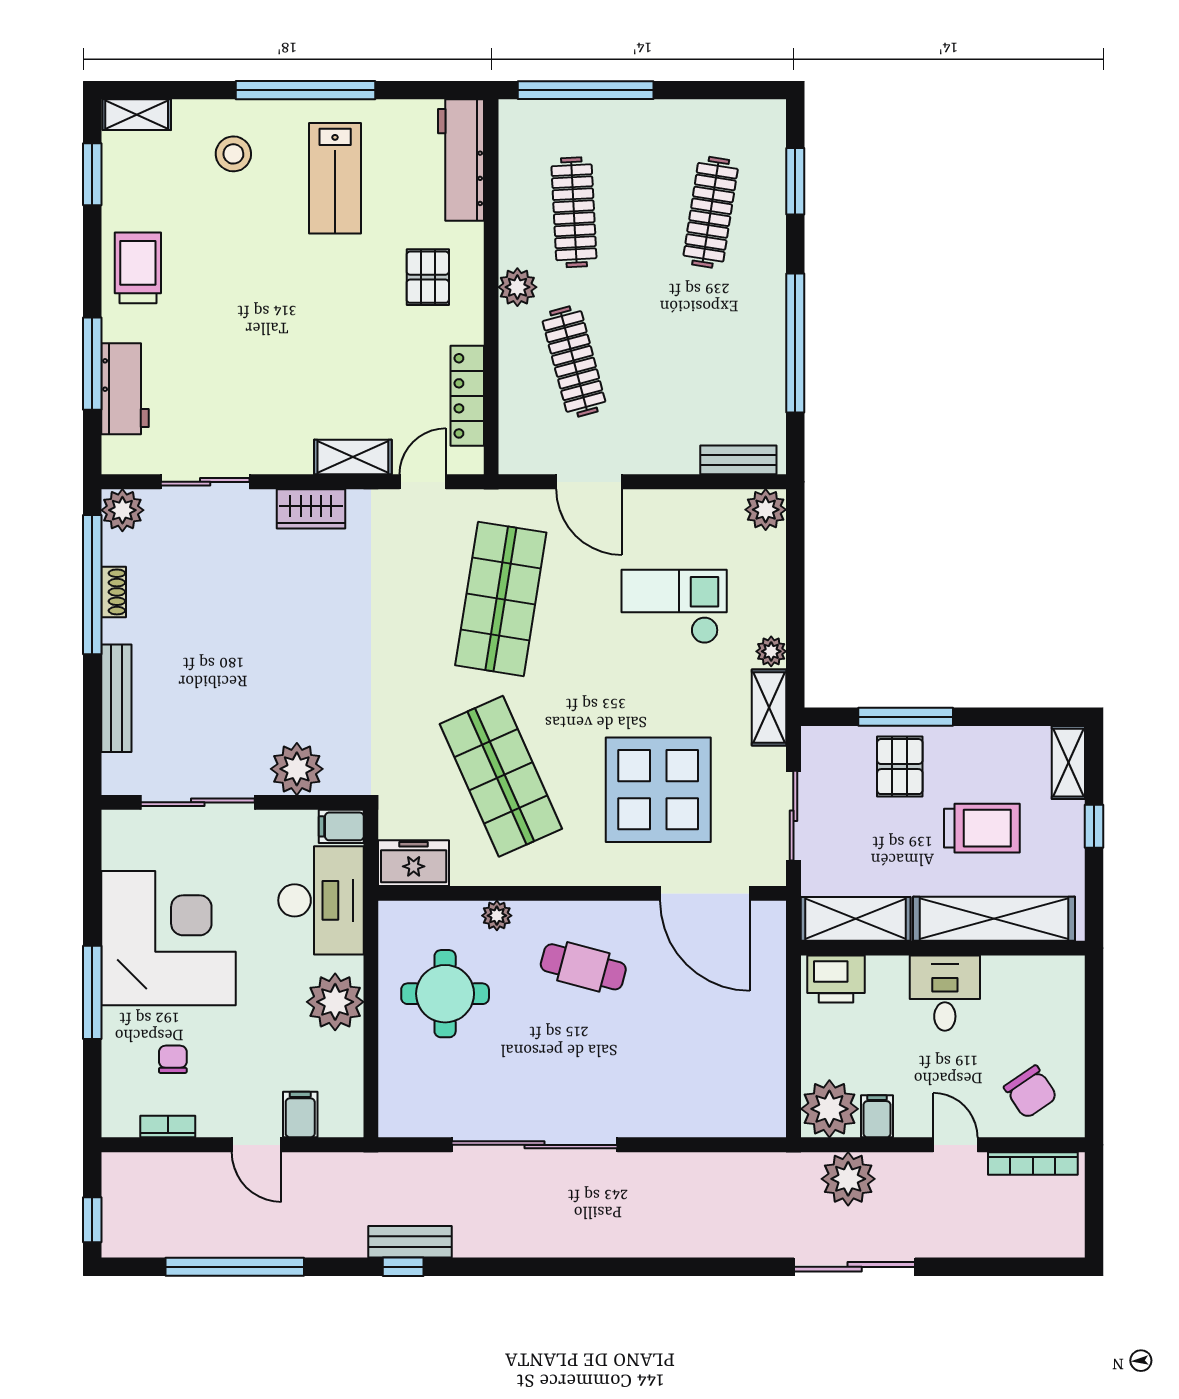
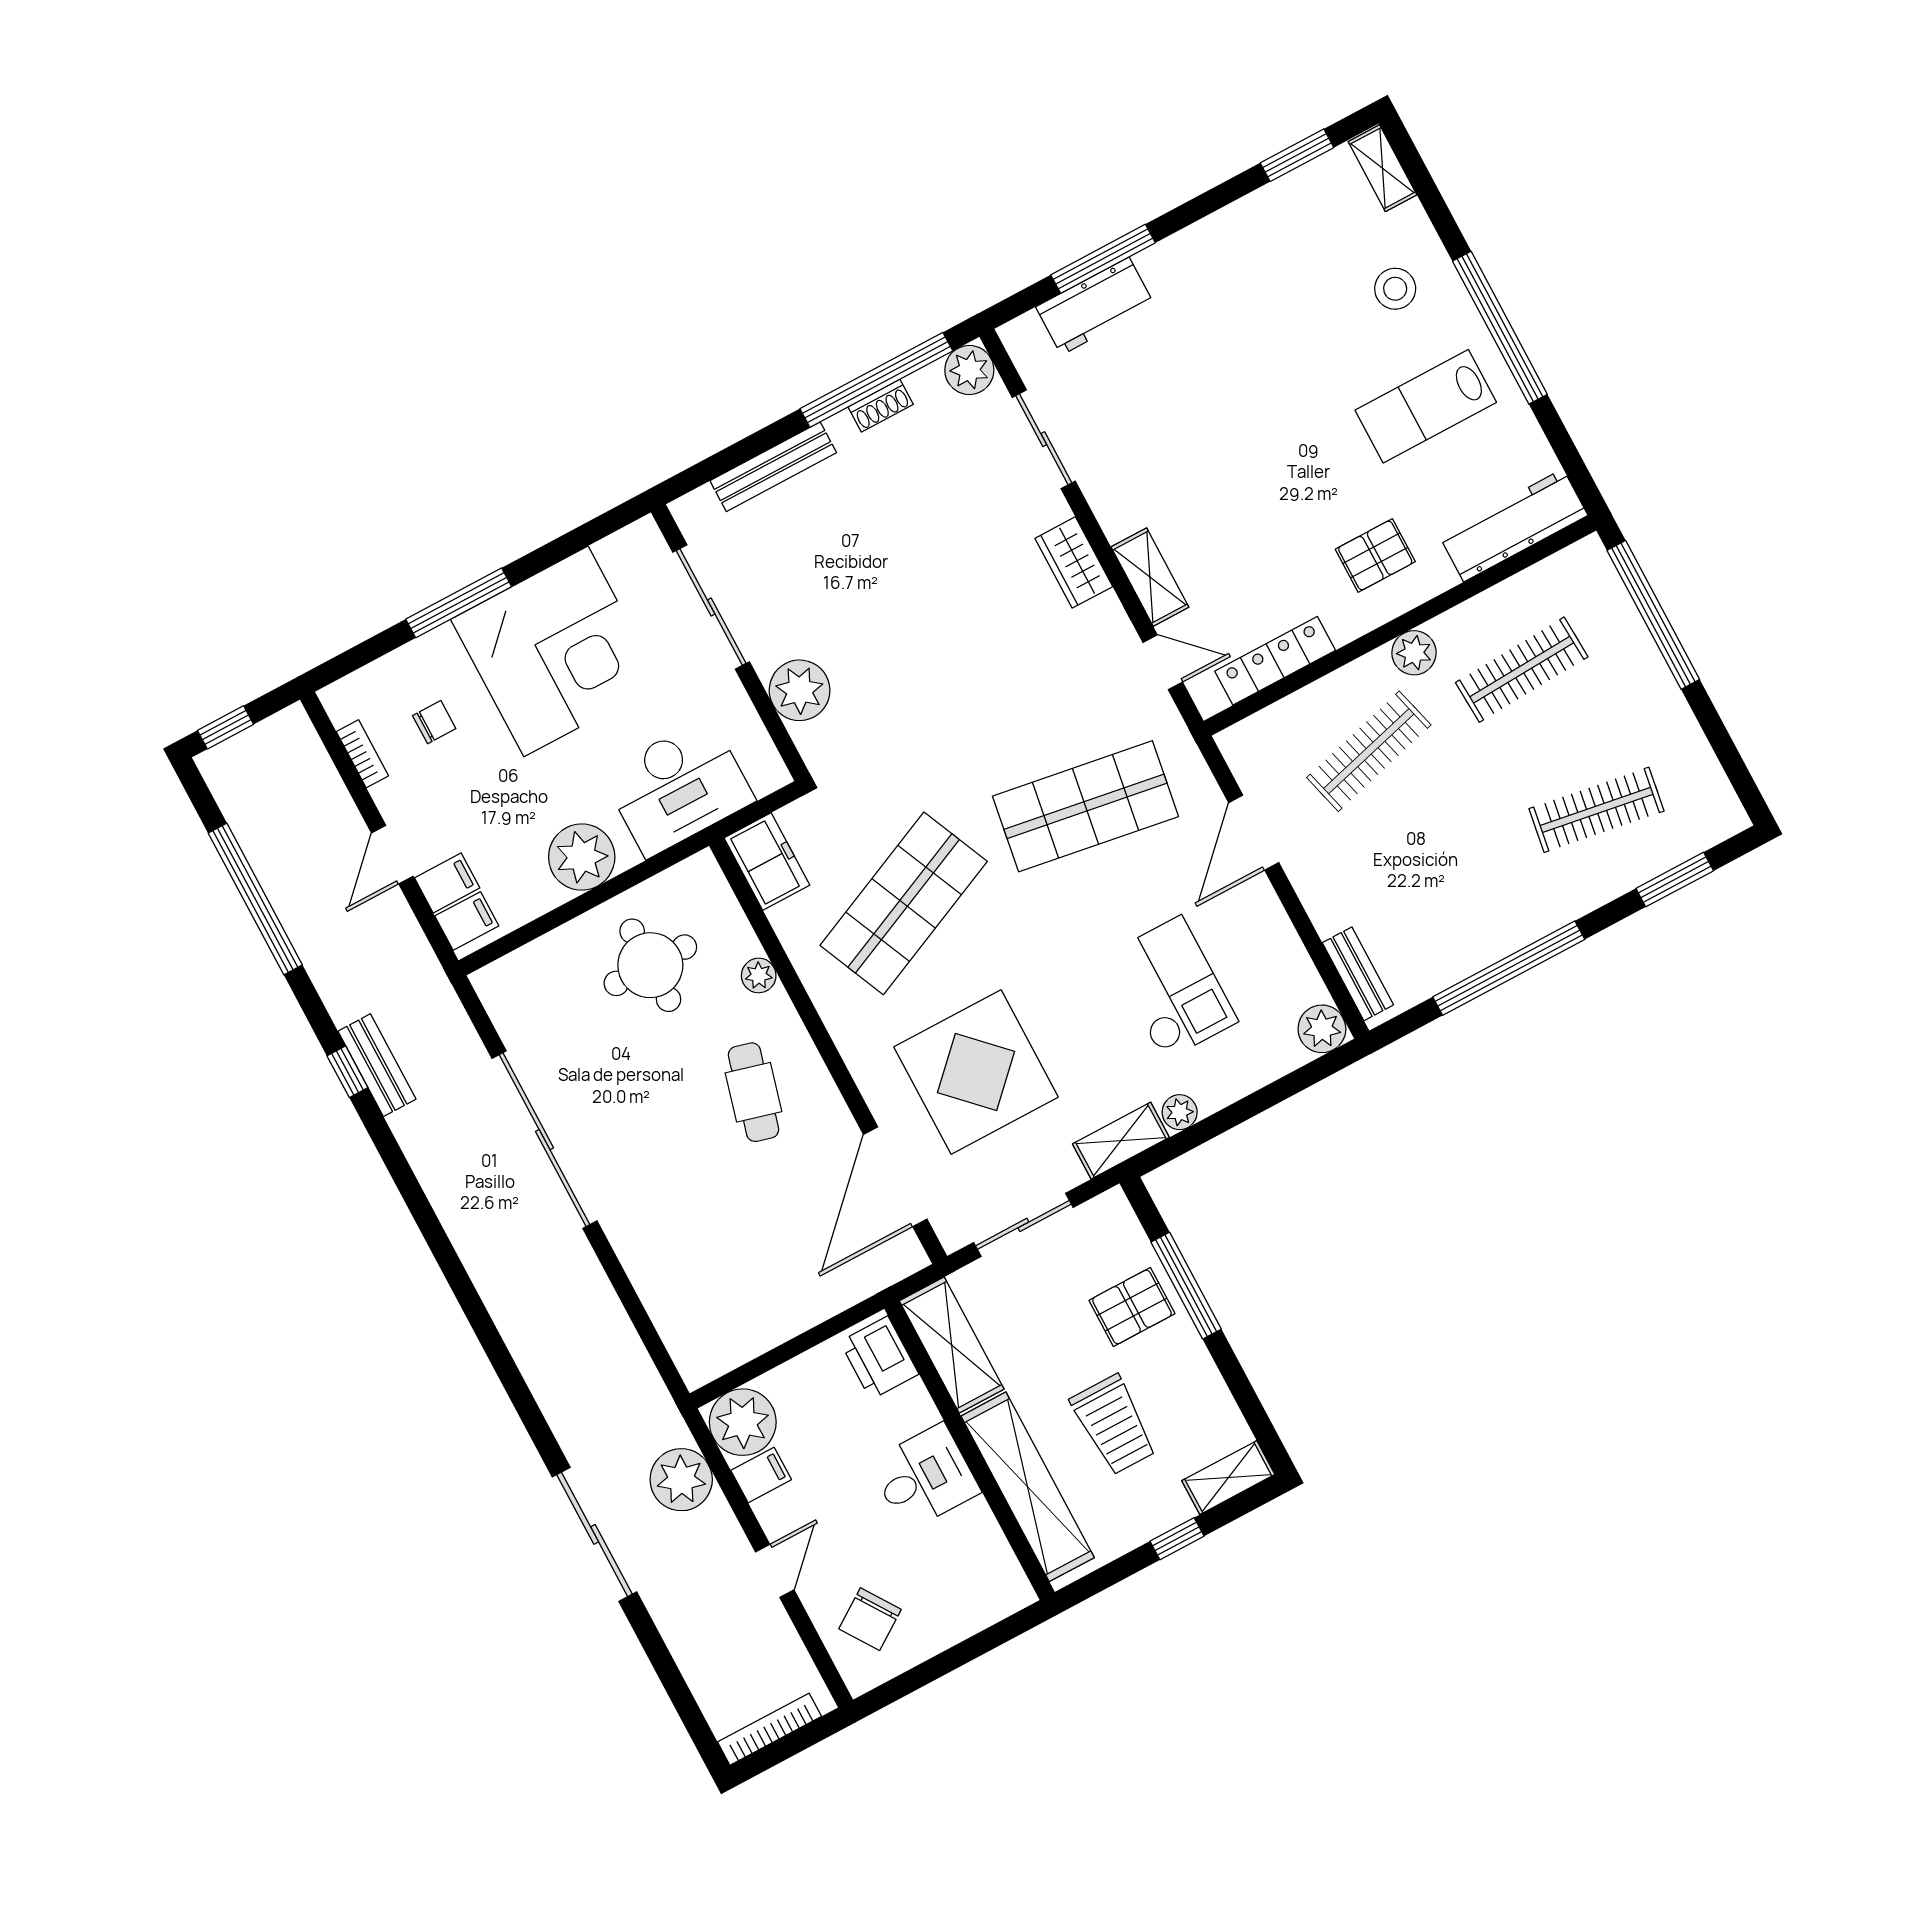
trolley: (138, 268) -> (1226, 253), removed
filing cabinet: (341, 826) -> (467, 921), moved, turned 90
bookcase: (1033, 1163) -> (769, 1729), moved, turned 90

